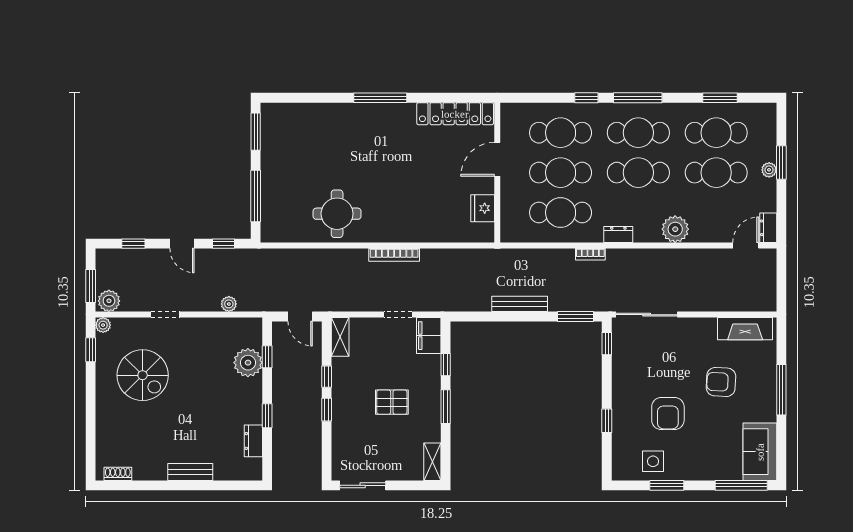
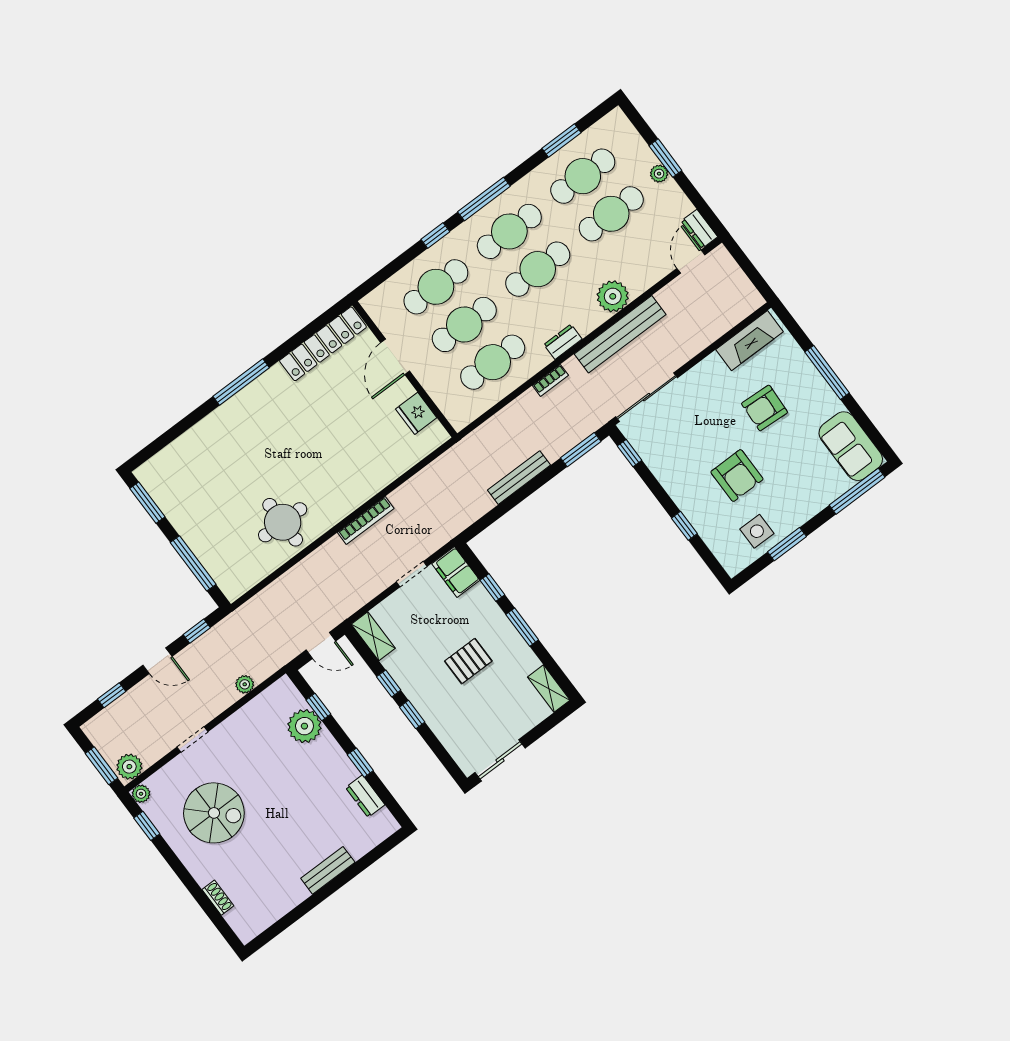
bench: (661, 259) -> (620, 334), added
shoe rack: (118, 474) -> (218, 898), moved, turned 90

